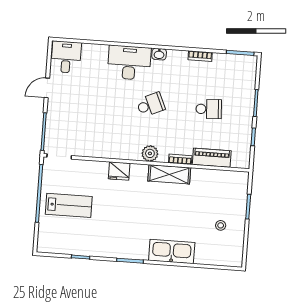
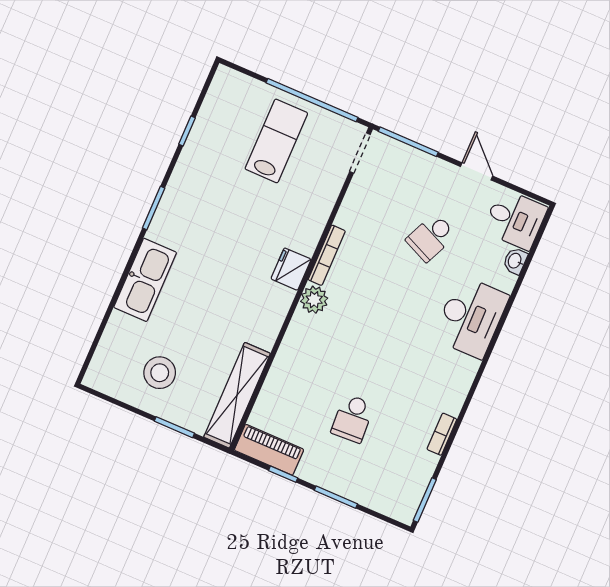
washbasin: (159, 54) -> (515, 261), moved
school desk: (151, 105) -> (431, 237), moved, turned 48
piano: (212, 158) -> (269, 450), moved, turned -90
bookcase: (180, 159) -> (327, 255), moved, width x1.56
fridge: (119, 171) -> (291, 269), moved
shelving: (169, 174) -> (237, 395), moved, width x1.47
lab bench: (69, 205) -> (276, 141), turned 180
stool: (221, 225) -> (160, 373), width x1.89, depth x1.89

